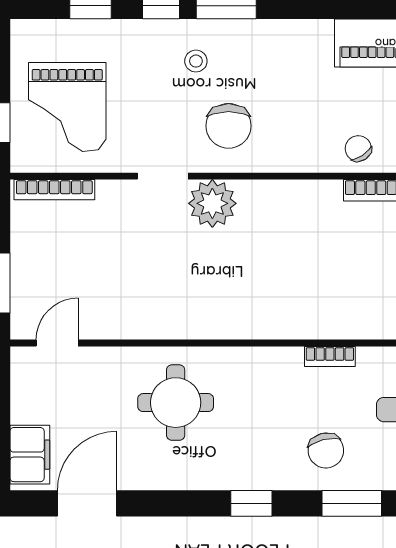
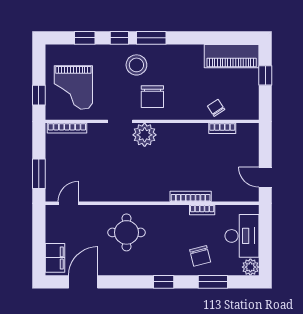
stool: (196, 61) -> (136, 65), width x1.89, depth x1.89
bookcase: (306, 329) -> (191, 196), added

